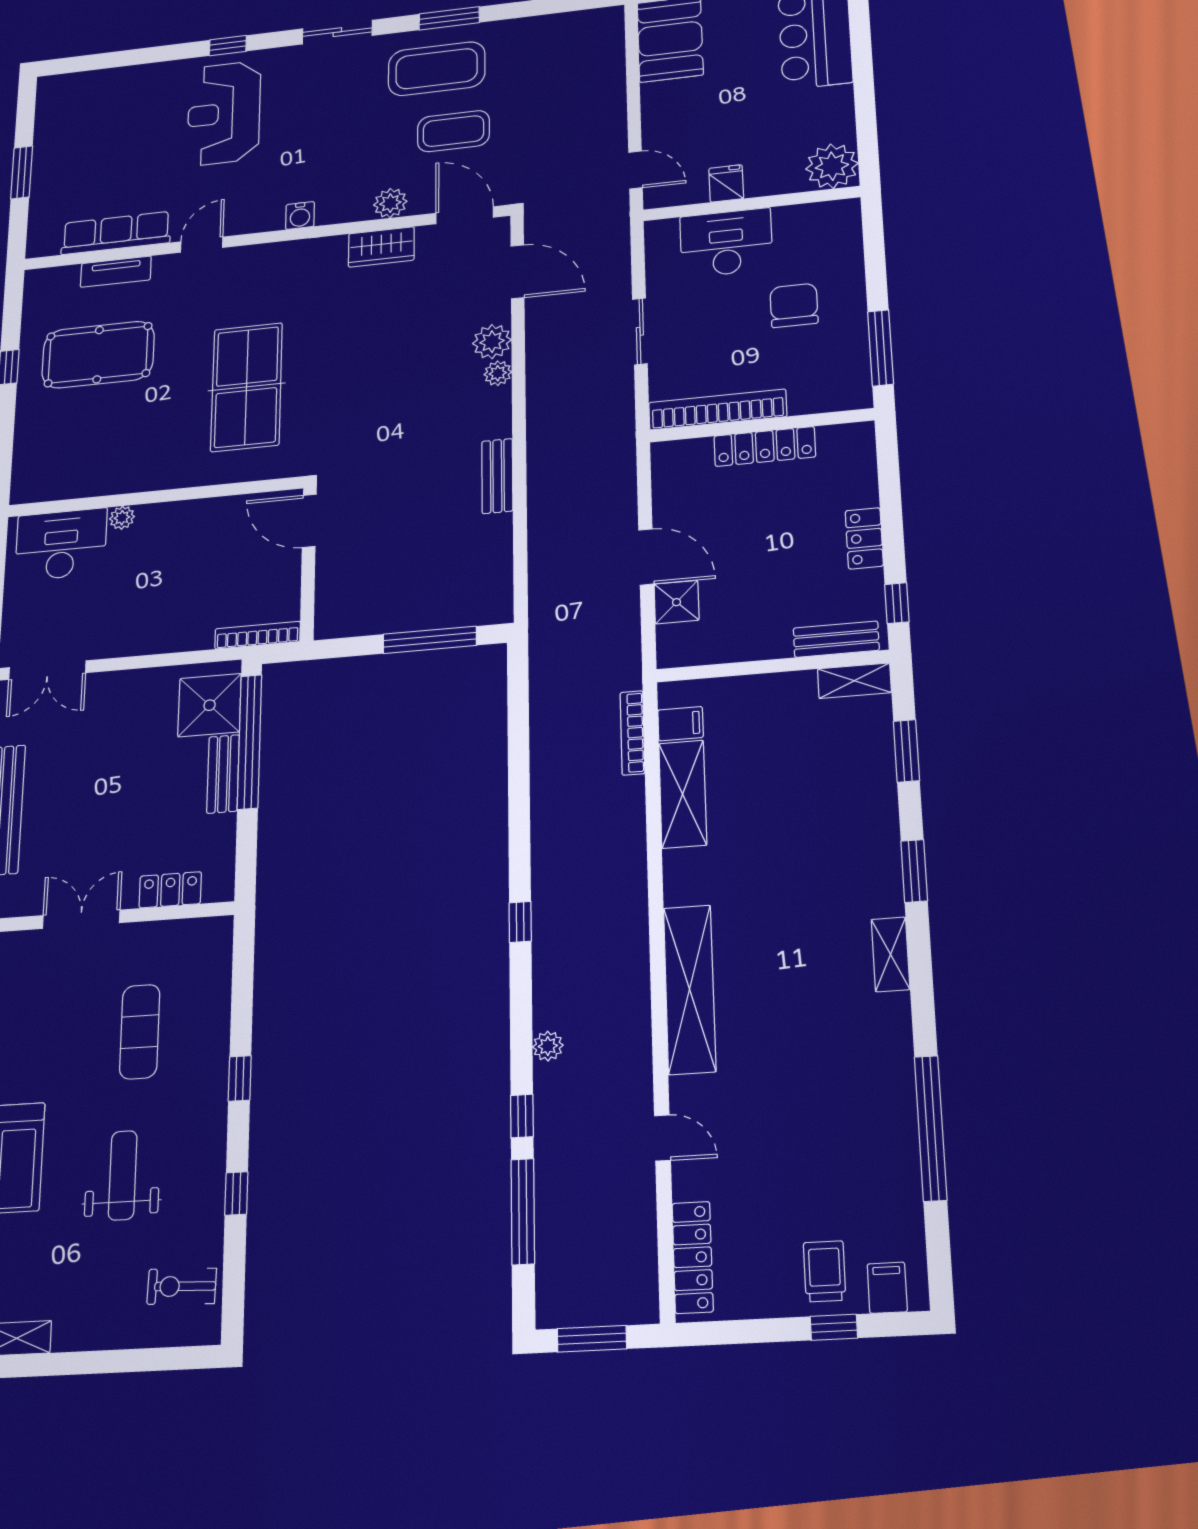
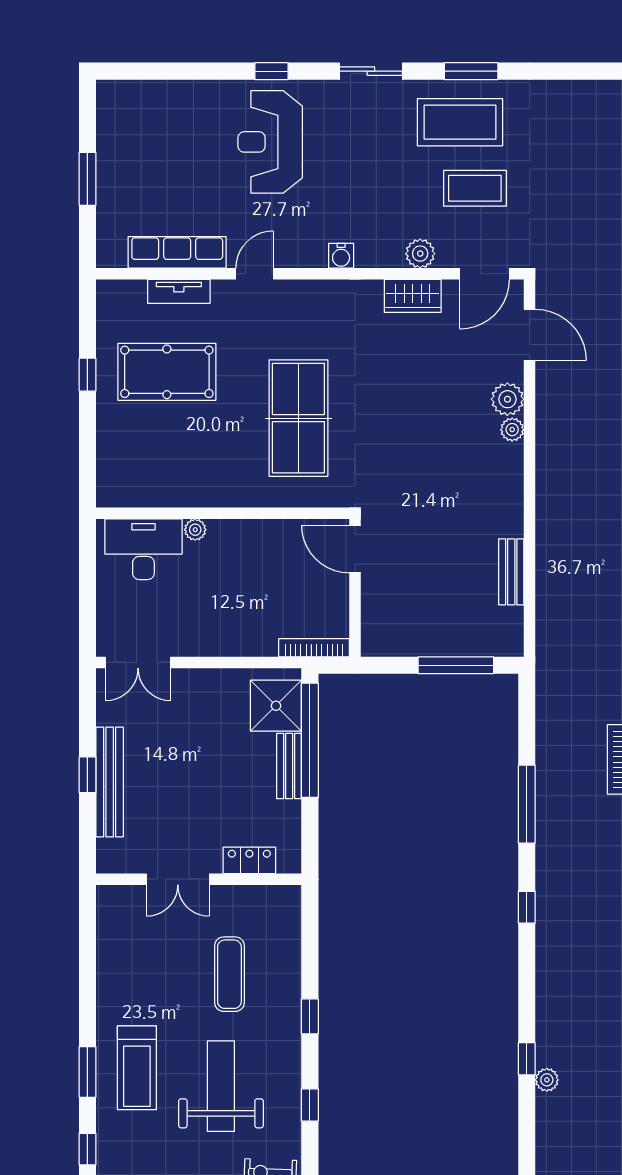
door: (465, 215) -> (484, 274), swing flipped
bench: (497, 476) -> (511, 572), moved
double door: (81, 919) -> (178, 879), swing flipped
plant: (548, 1046) -> (547, 1080), moved
weight bench: (123, 1175) -> (221, 1086), width x1.36, depth x1.33
window: (523, 1211) -> (527, 804), moved

